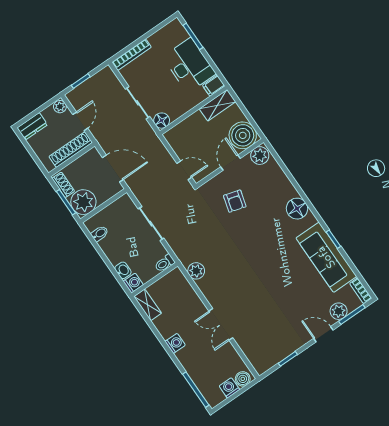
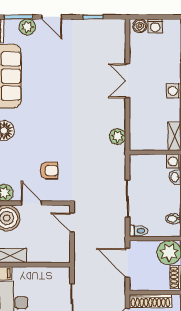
floor lamp: (162, 121) -> (63, 274), removed
door: (230, 163) -> (31, 203), swing flipped
armchair: (235, 201) -> (49, 171), turned 74
toilet: (165, 263) -> (138, 231), moved
double door: (221, 324) -> (127, 81), swing flipped

